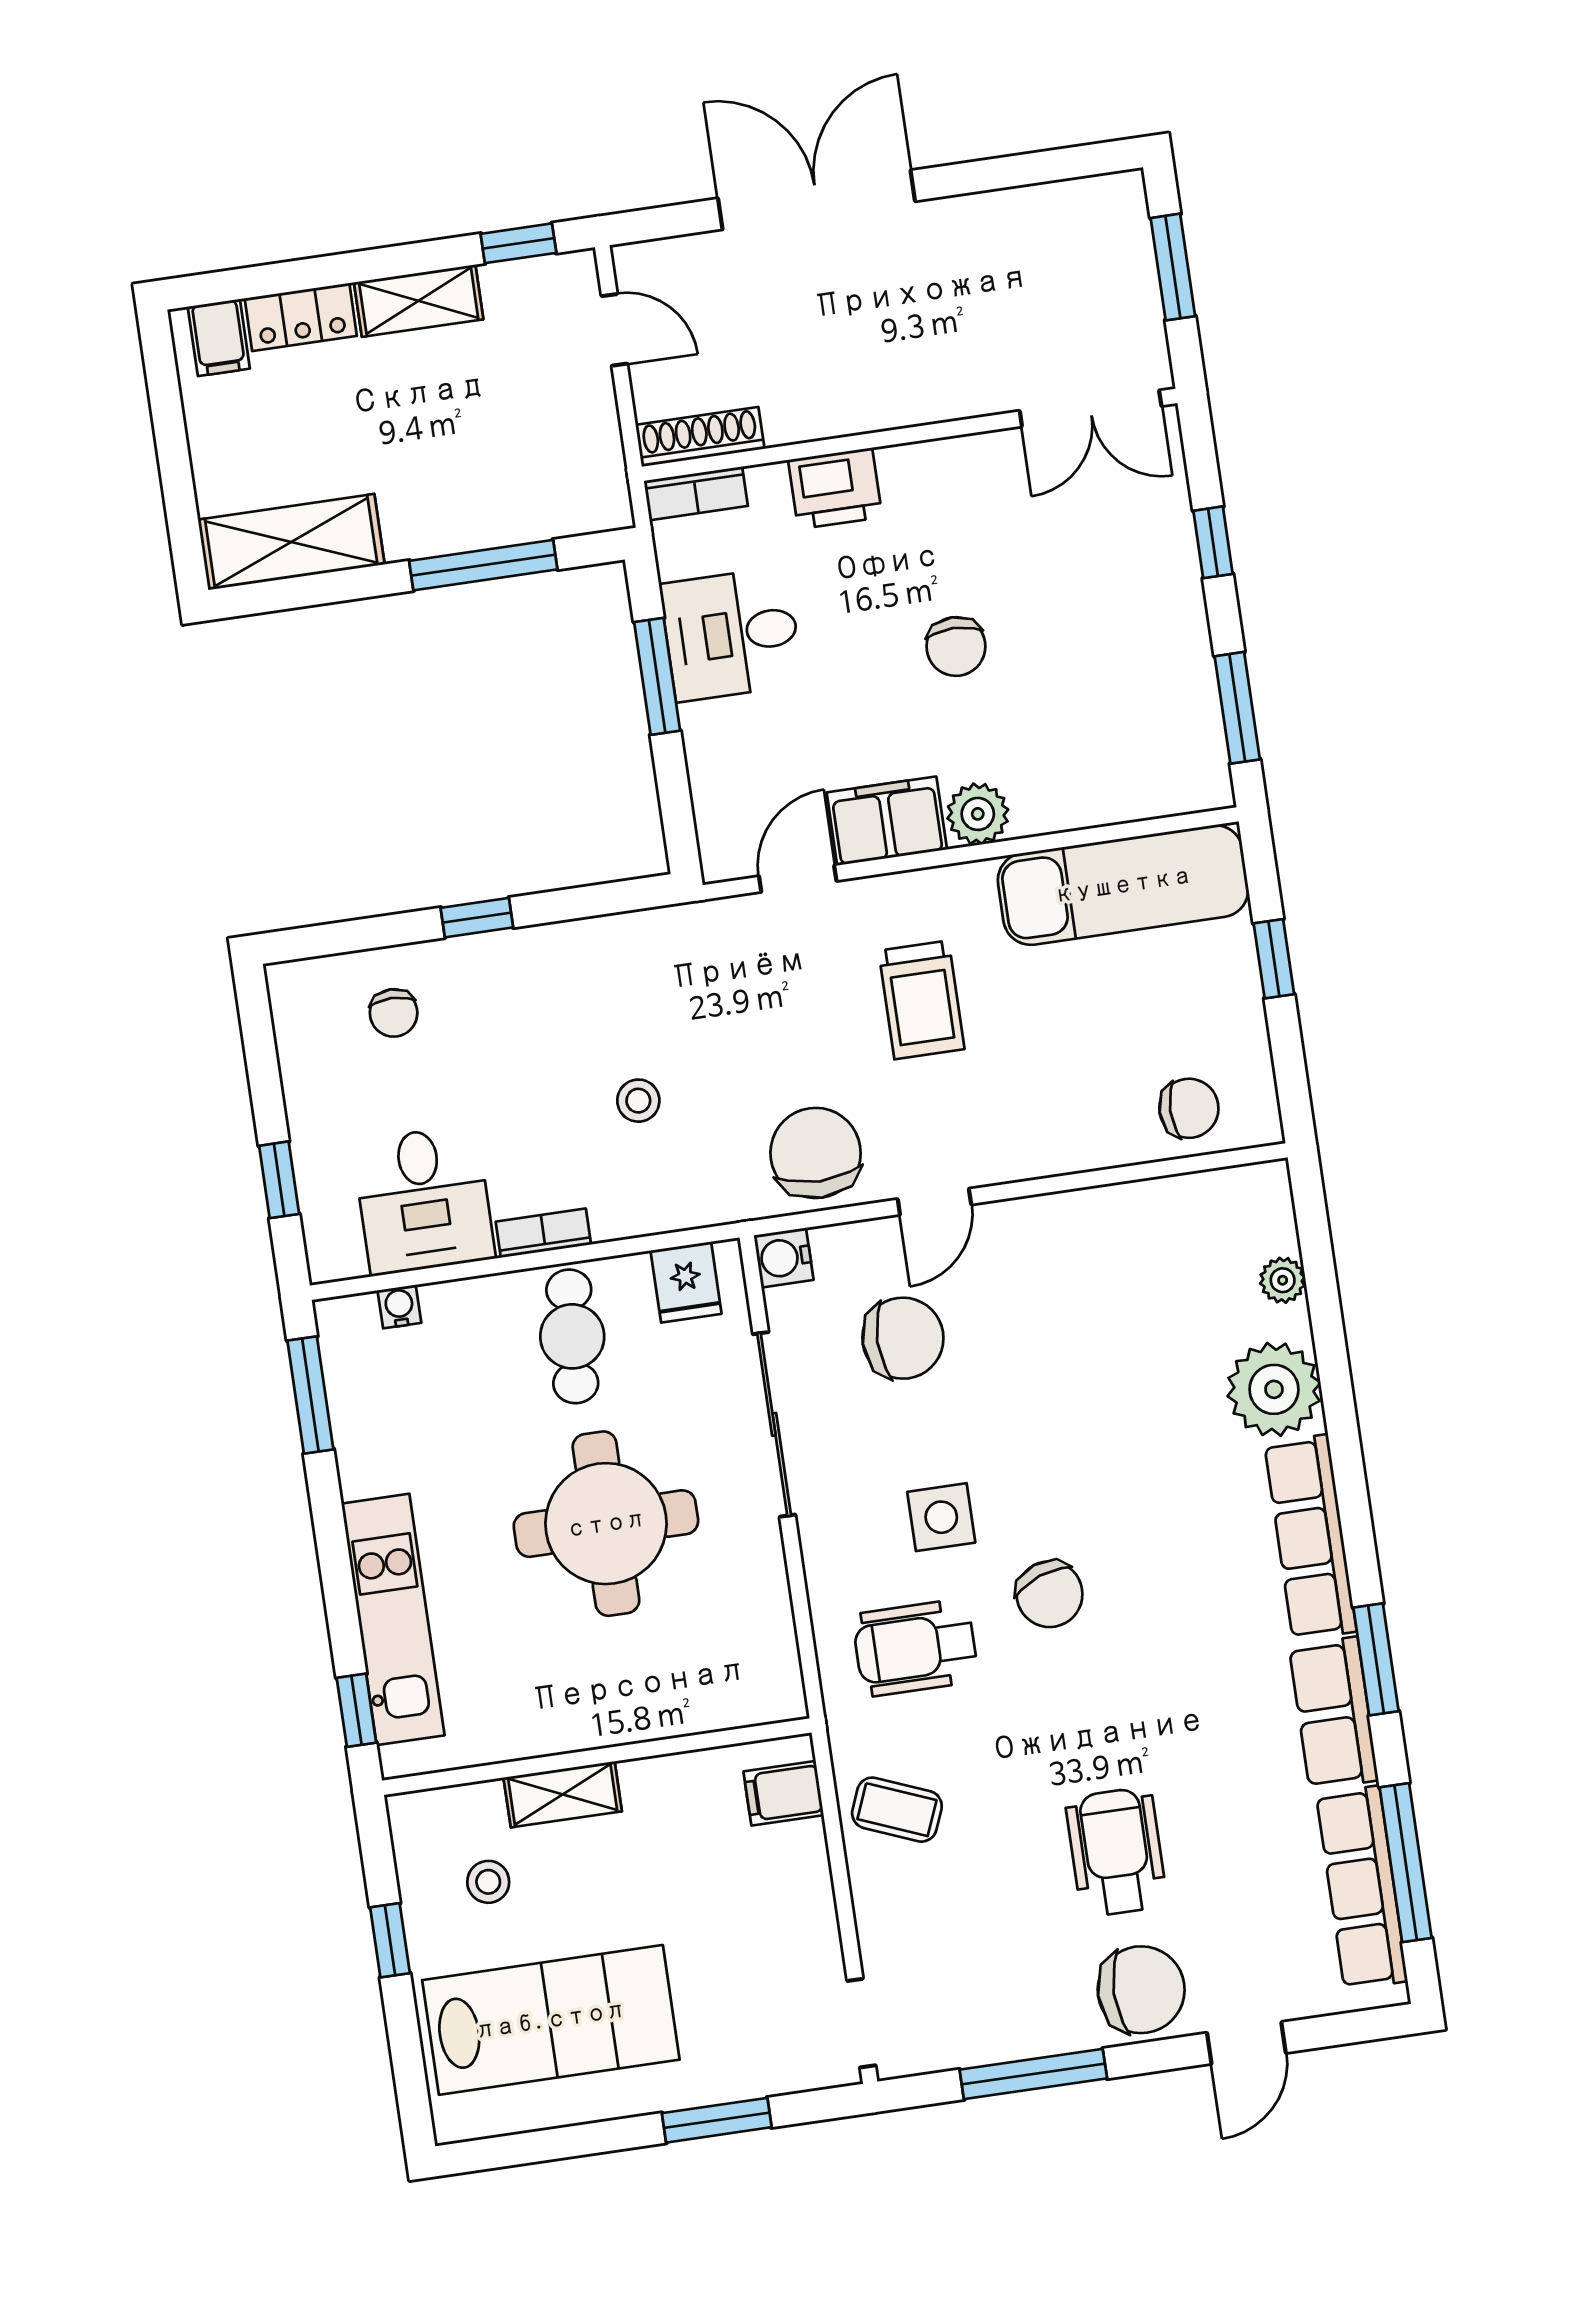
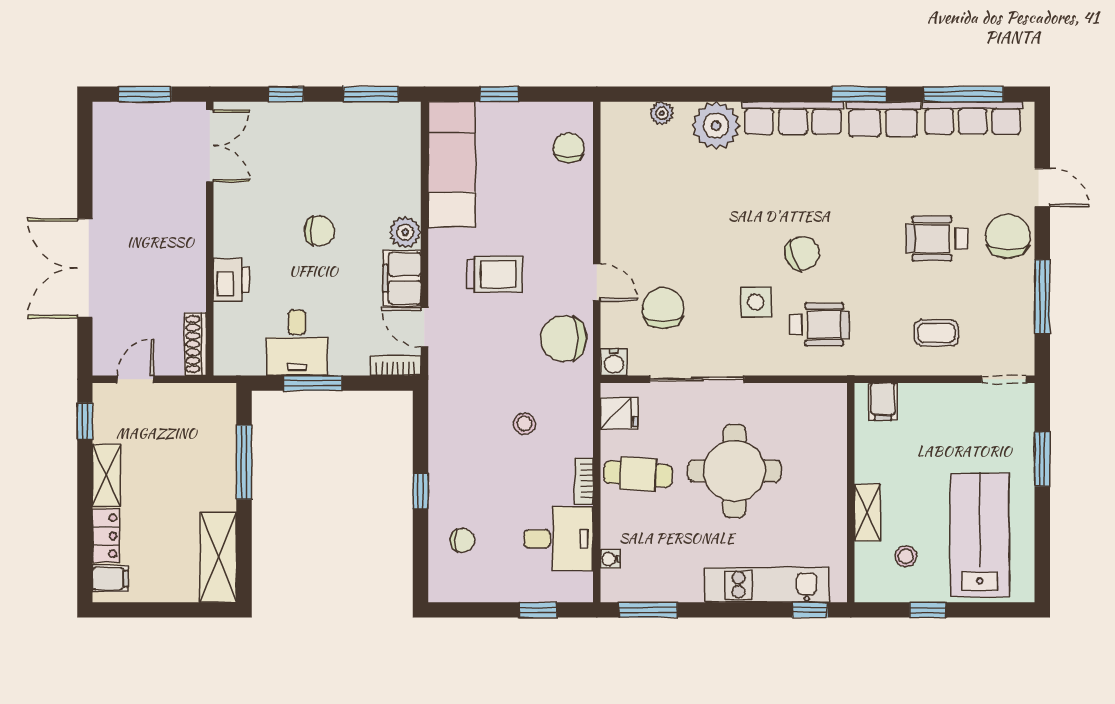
bookcase: (696, 493) -> (396, 365), moved, turned -90
wheelchair: (915, 1648) -> (819, 325), turned -90
coffee table: (897, 1810) -> (936, 333), moved, turned 68

